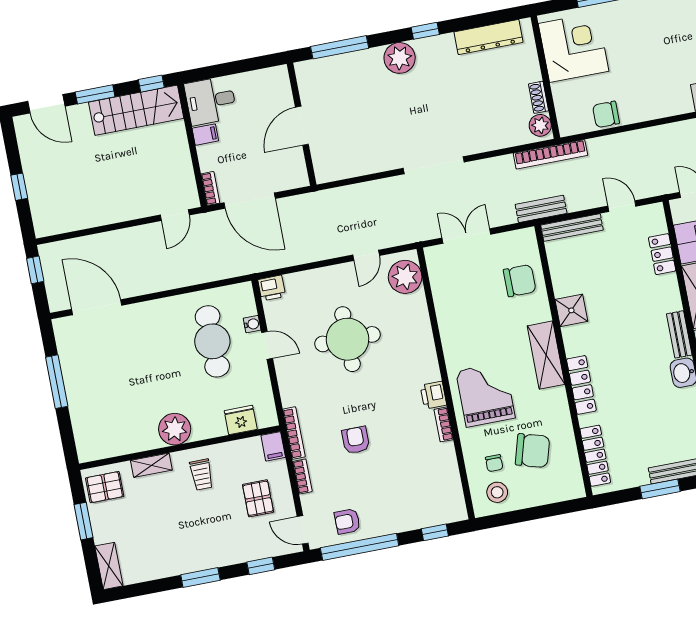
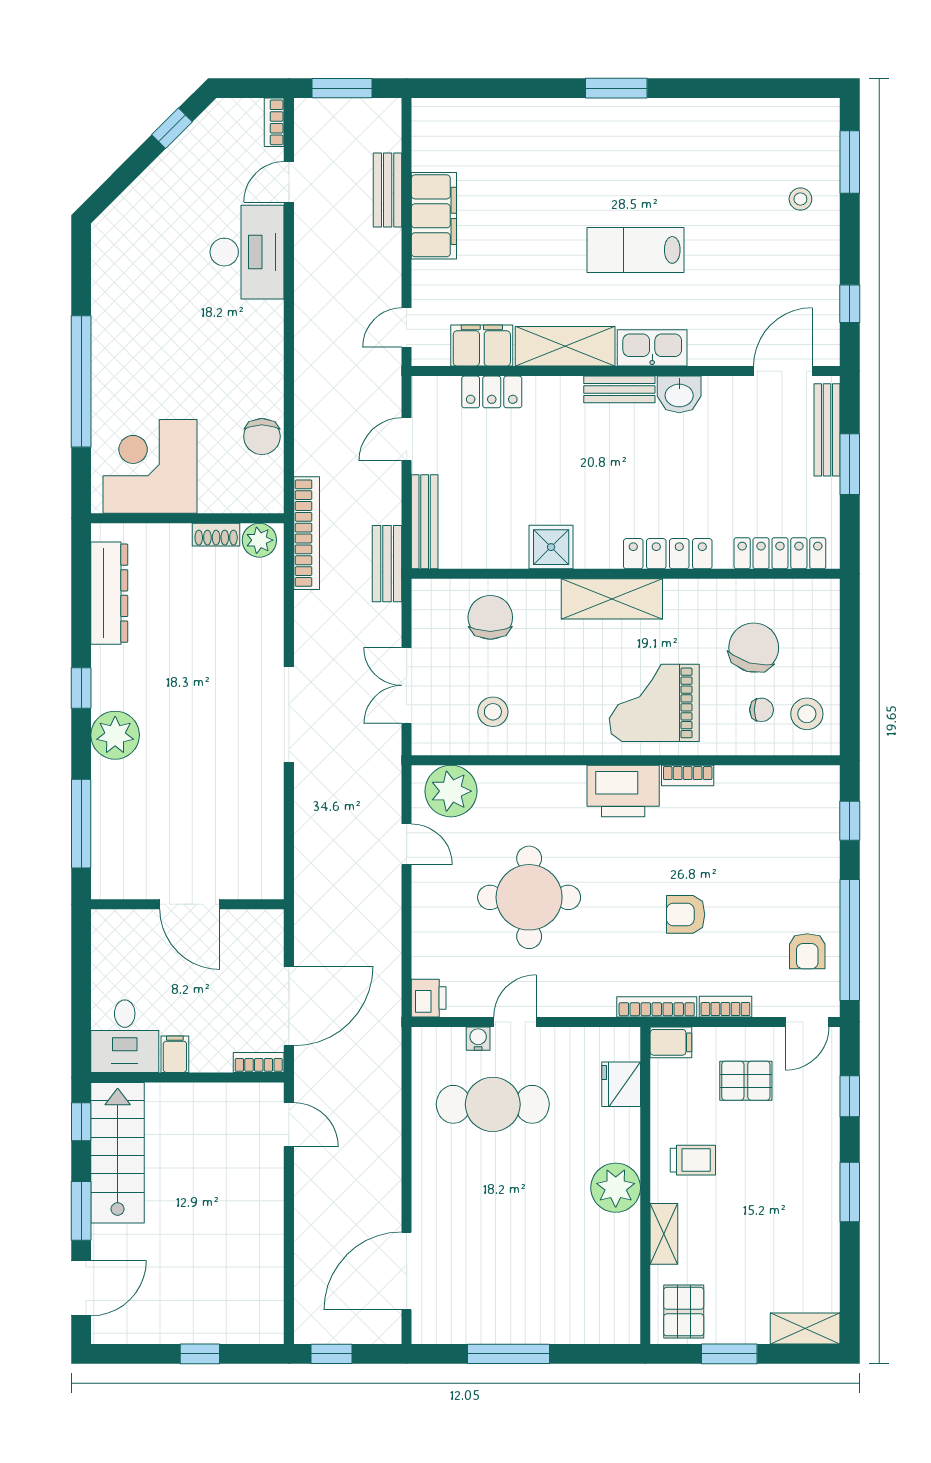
stool: (460, 294) -> (493, 712), added
printer: (433, 395) -> (623, 791), width x1.87, depth x1.48

